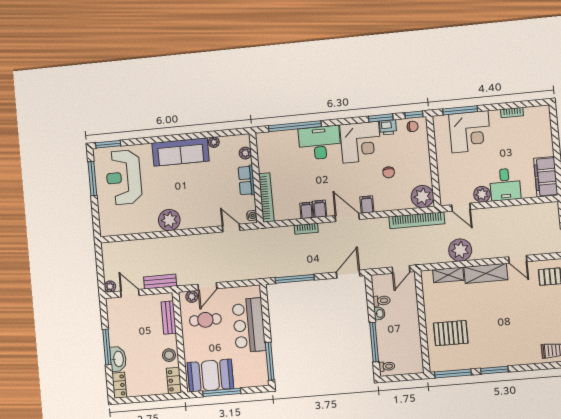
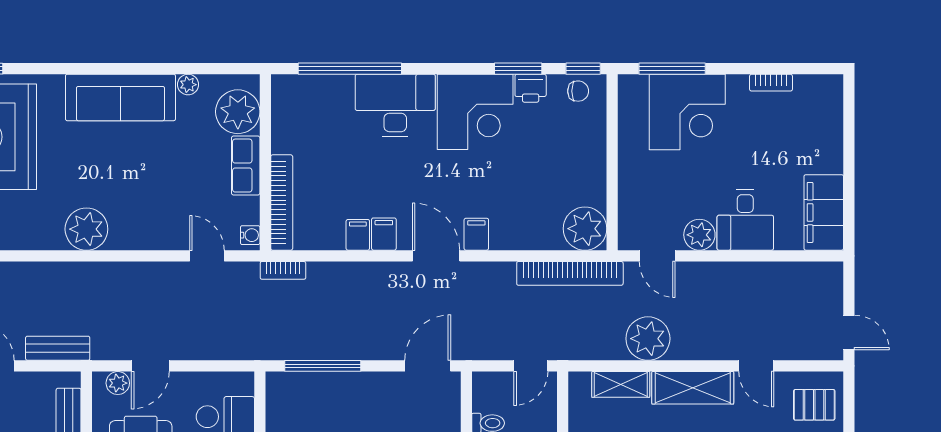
plant: (245, 153) -> (238, 112), width x1.88, depth x1.88
chair: (389, 172) -> (524, 176), removed
bookcase: (306, 229) -> (283, 270), moved

